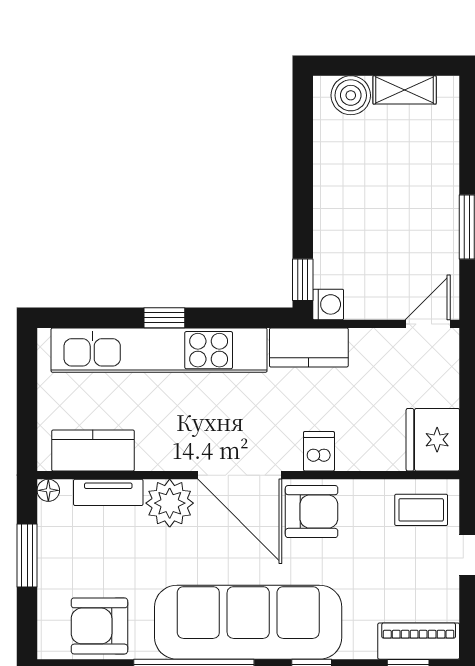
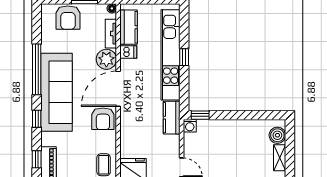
dishwasher: (319, 451) -> (128, 52), moved
armchair: (99, 626) -> (68, 18), moved, turned 180

